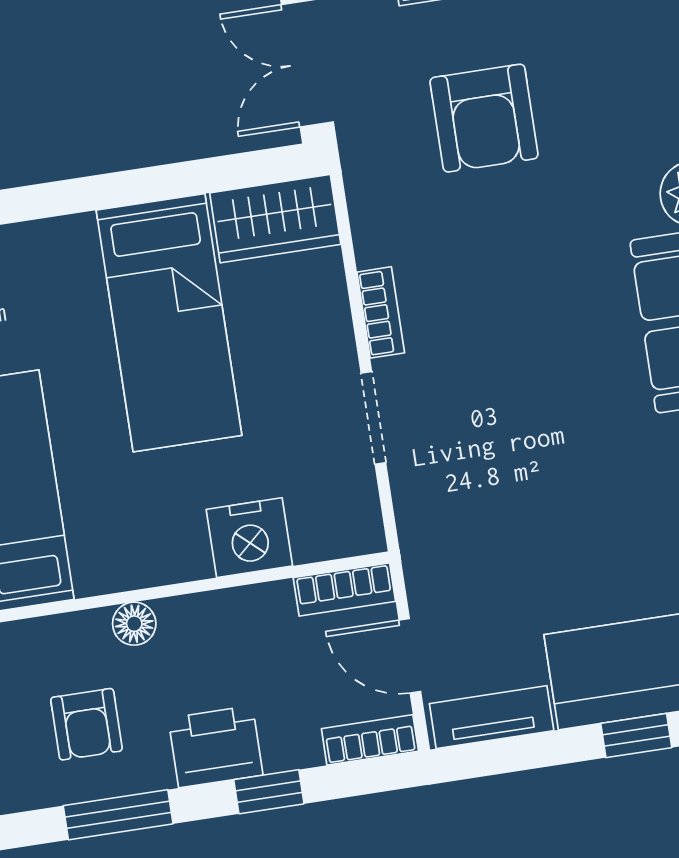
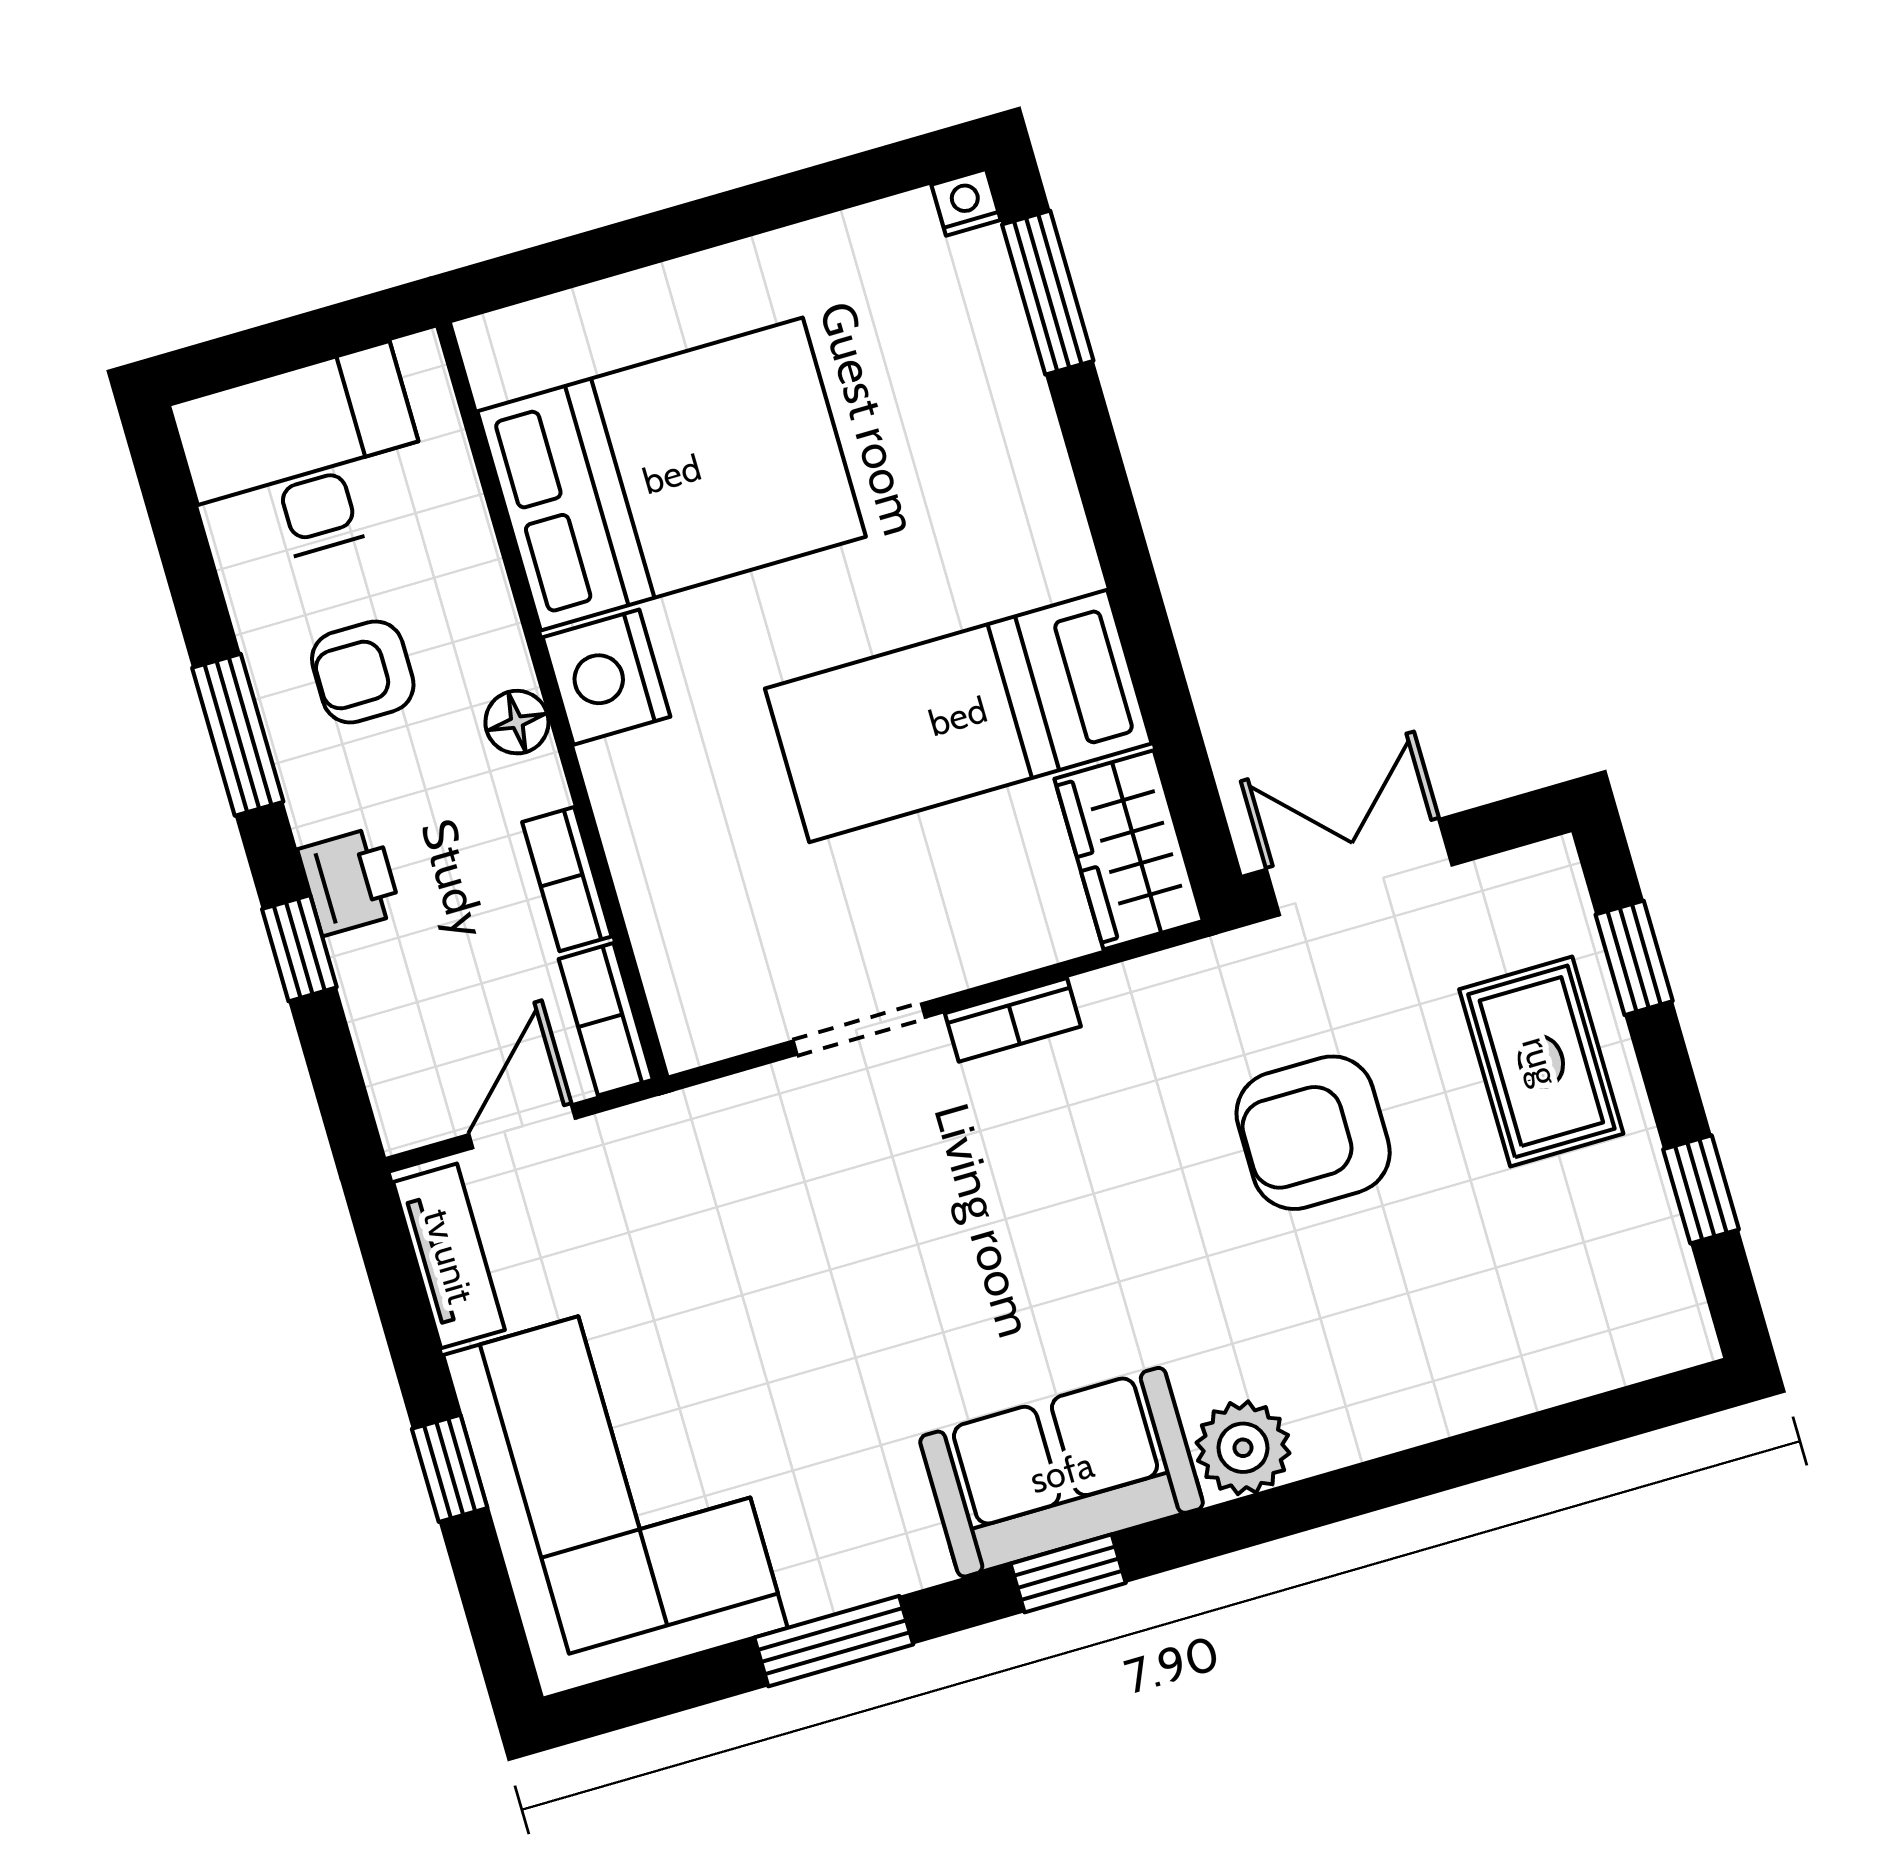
nightstand: (249, 538) -> (606, 677), moved
bookcase: (370, 740) -> (567, 879), moved, turned 180
printer: (216, 747) -> (350, 881), width x0.73, depth x0.81

